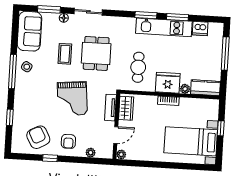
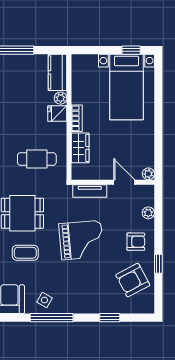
fridge: (168, 83) -> (57, 113), width x0.53, depth x0.75
wardrobe: (126, 108) -> (80, 148), moved, turned 90
window: (221, 128) -> (131, 50), moved

